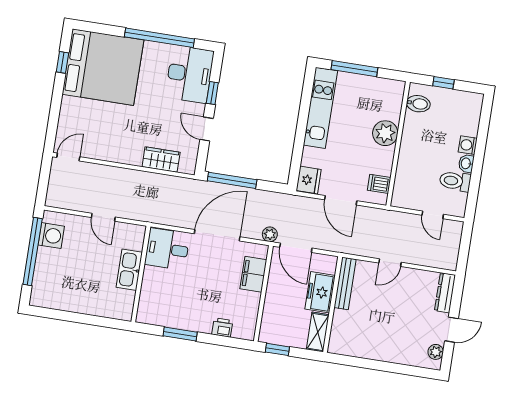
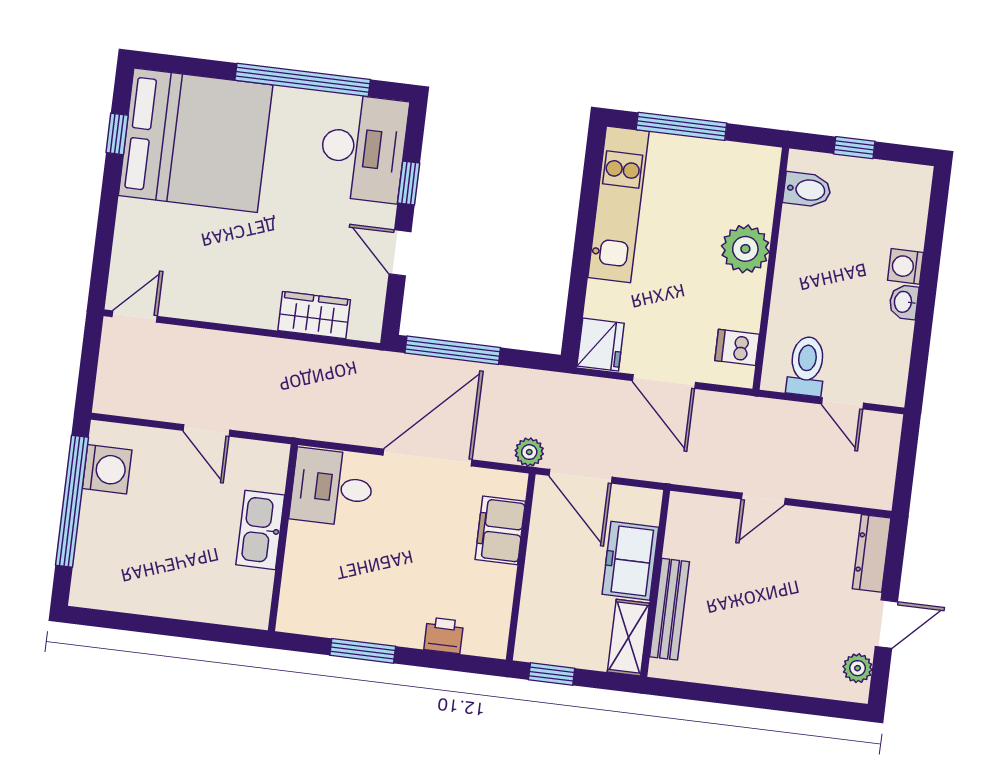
toilet: (455, 181) -> (806, 366), moved, turned 90
bench: (345, 283) -> (670, 609), moved

